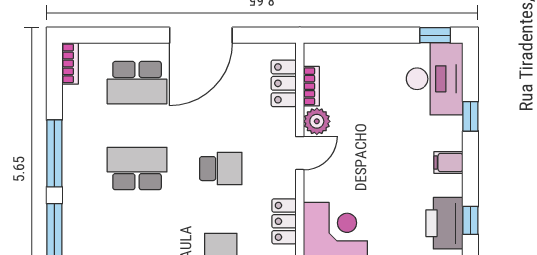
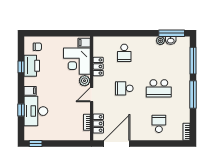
door: (201, 35) -> (117, 143), moved
desk: (435, 79) -> (36, 111), moved
school desk: (137, 83) -> (159, 124), width x0.54
plant: (317, 121) -> (85, 81), moved

